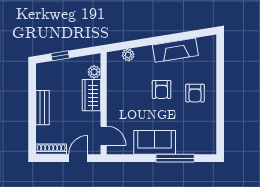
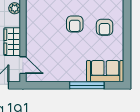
wardrobe: (91, 95) -> (12, 42), moved
sofa: (155, 142) -> (105, 71), moved

